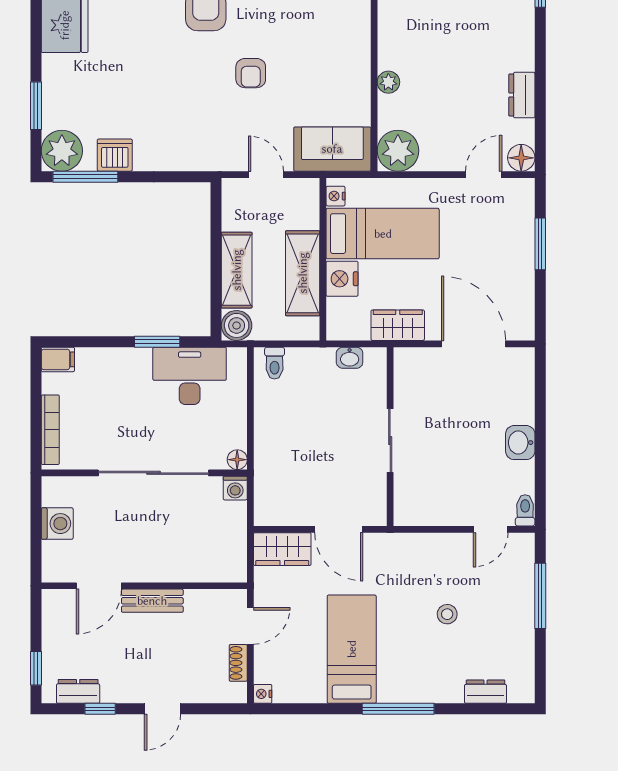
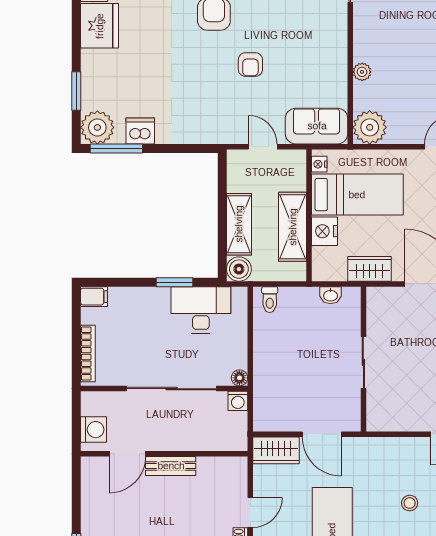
door: (99, 586) -> (127, 454), moved
wall: (144, 586) -> (164, 454), moved
bench: (152, 601) -> (171, 466), moved

